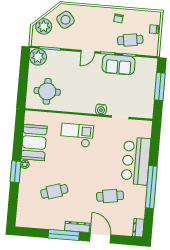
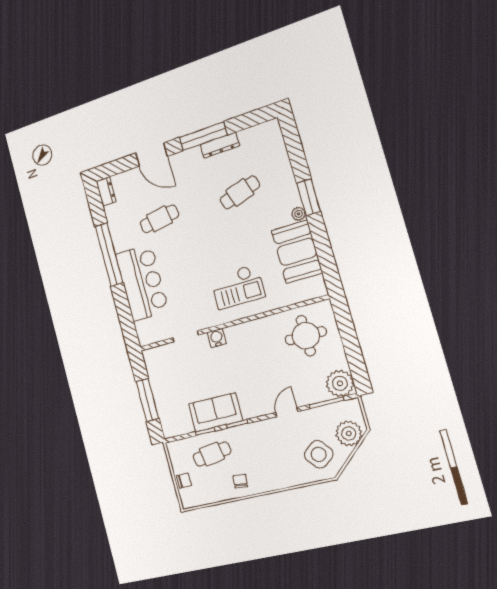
door: (88, 52) -> (287, 412), moved
dresser: (77, 227) -> (220, 145), moved

